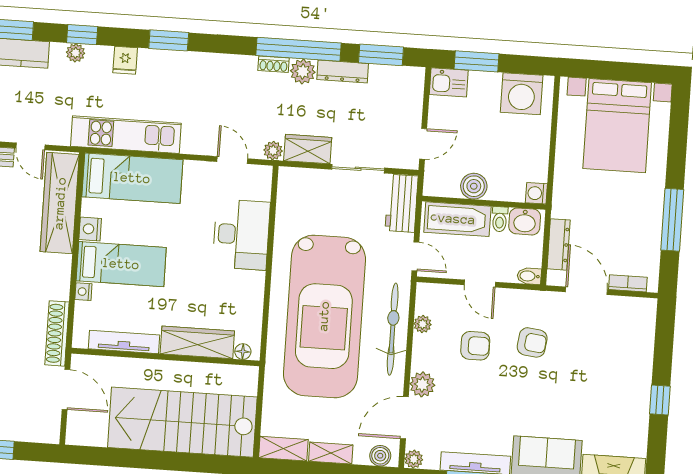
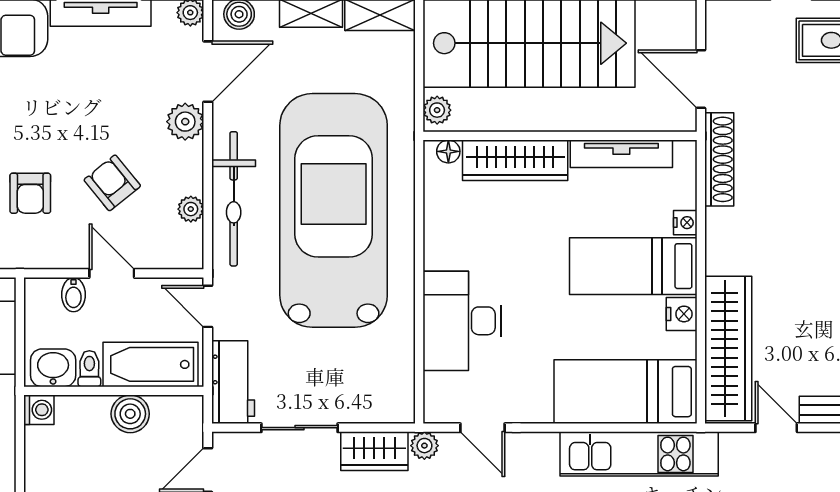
bidet: (529, 276) -> (73, 295), moved, turned 90
armchair: (532, 342) -> (30, 193), turned -97
armchair: (475, 346) -> (112, 183), turned 51
plant: (249, 381) -> (437, 110), added

